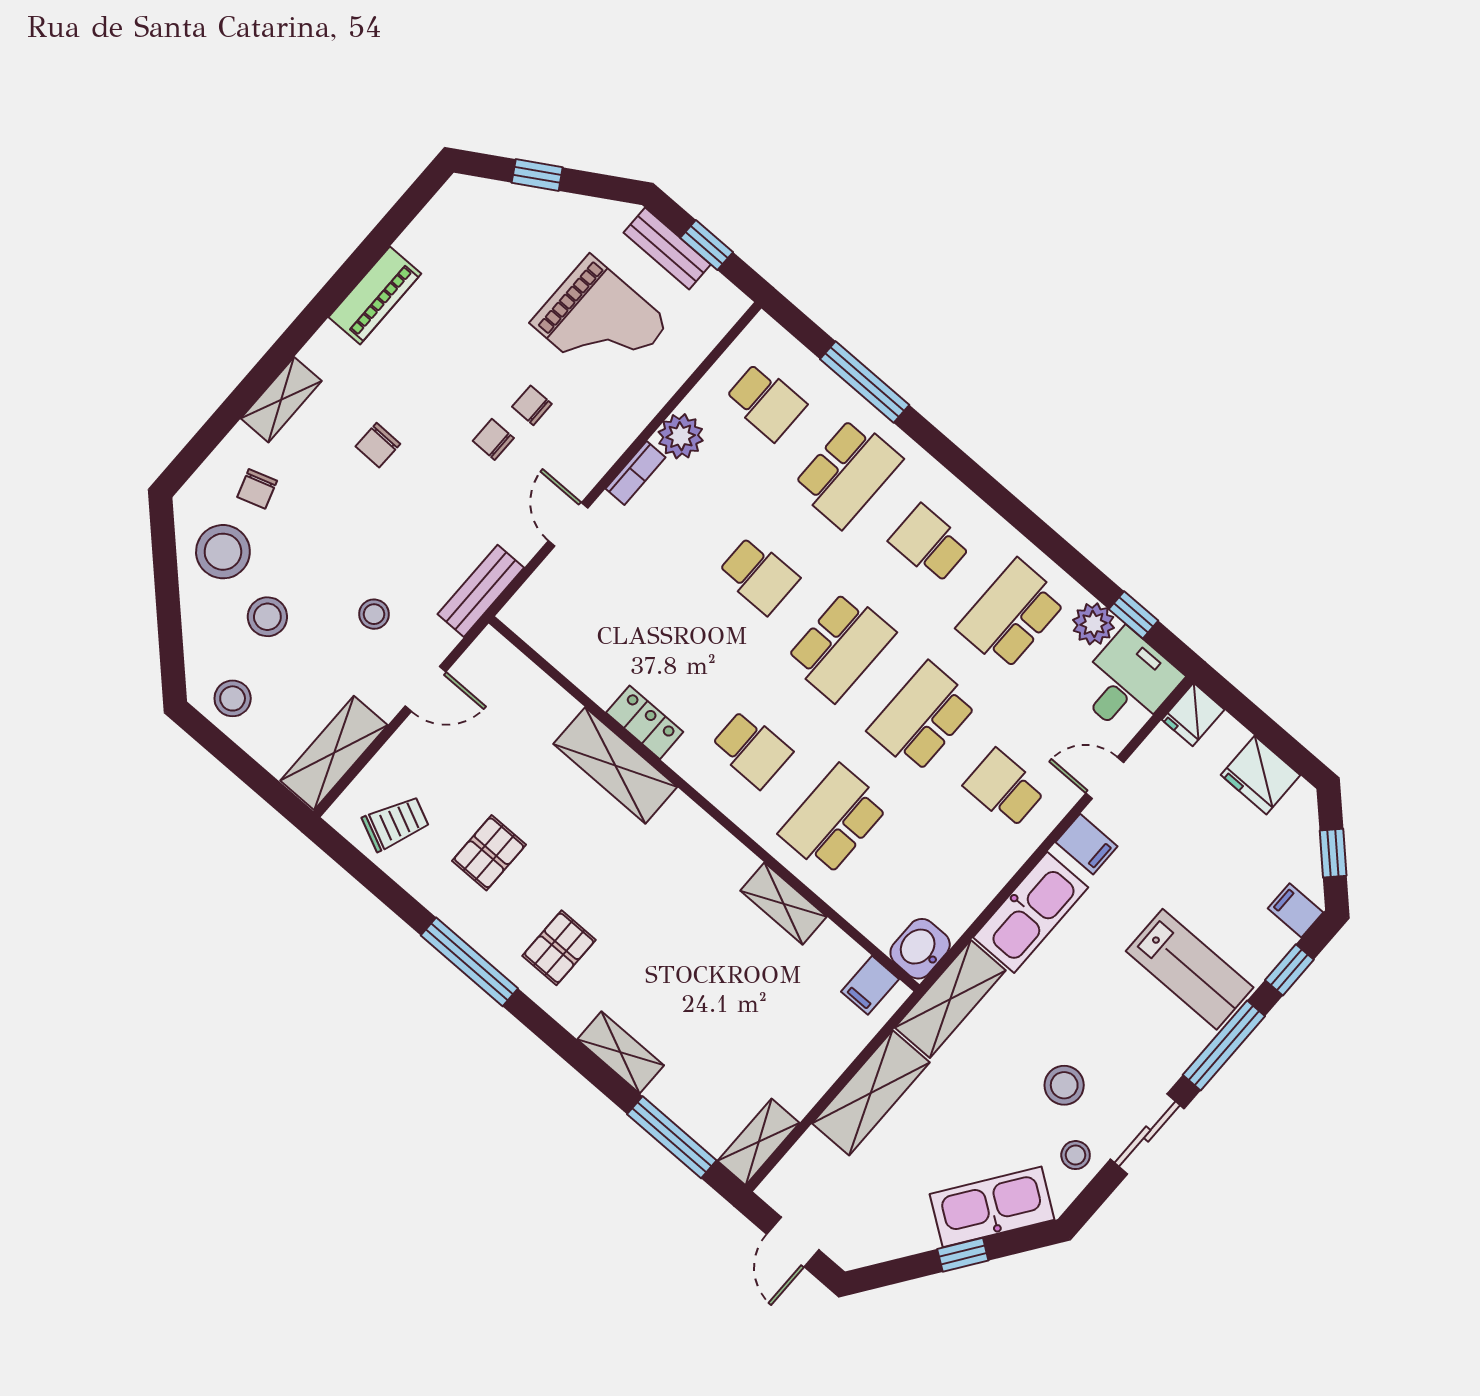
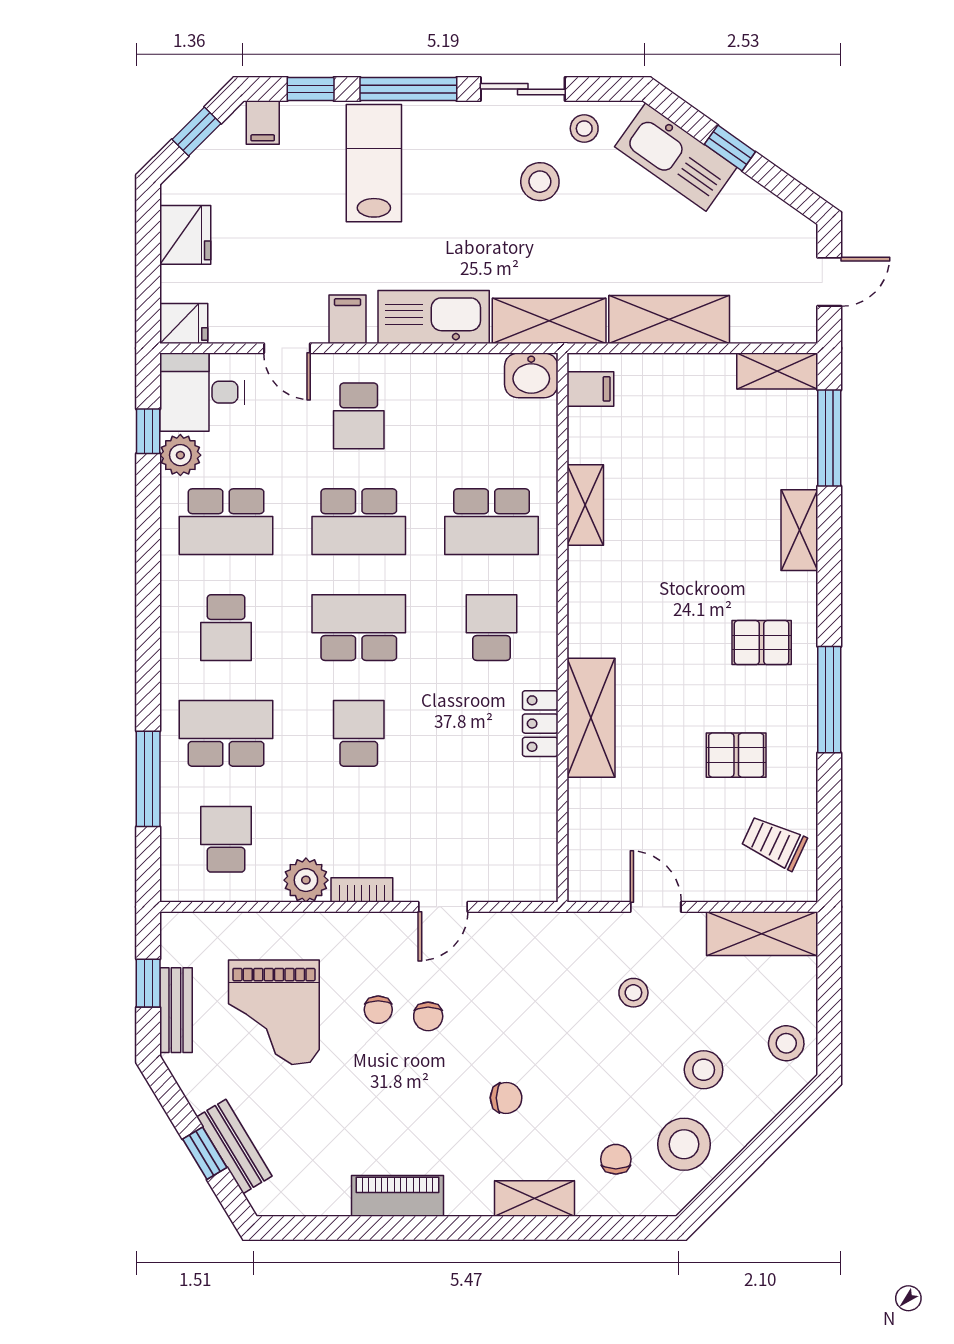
grand piano: (600, 323) -> (274, 1012), turned 180
chair: (257, 489) -> (616, 1159), turned -72
bench: (481, 591) -> (234, 1146), moved, turned 59

